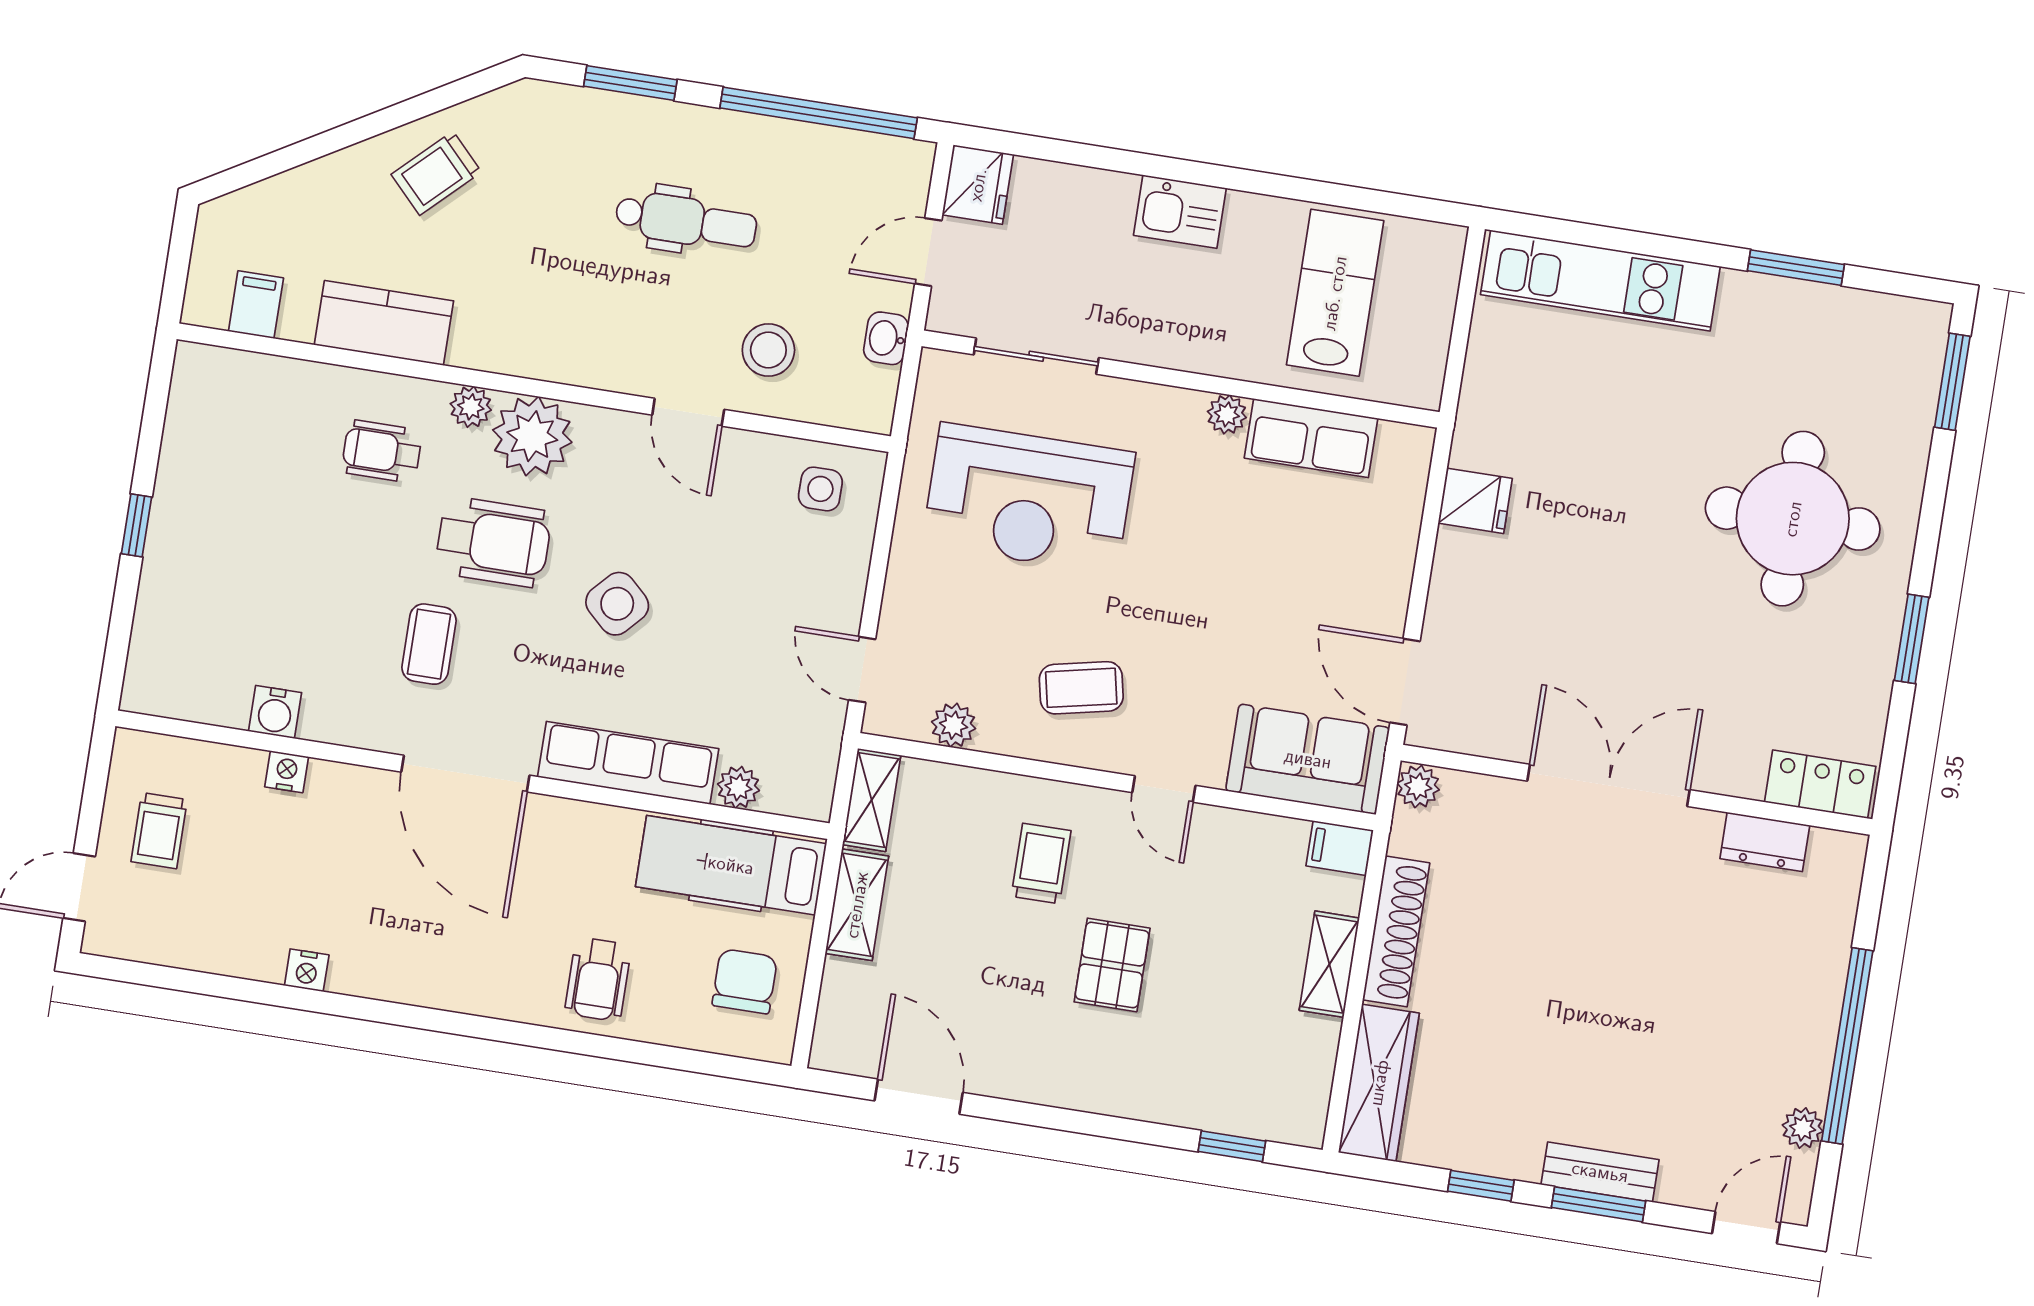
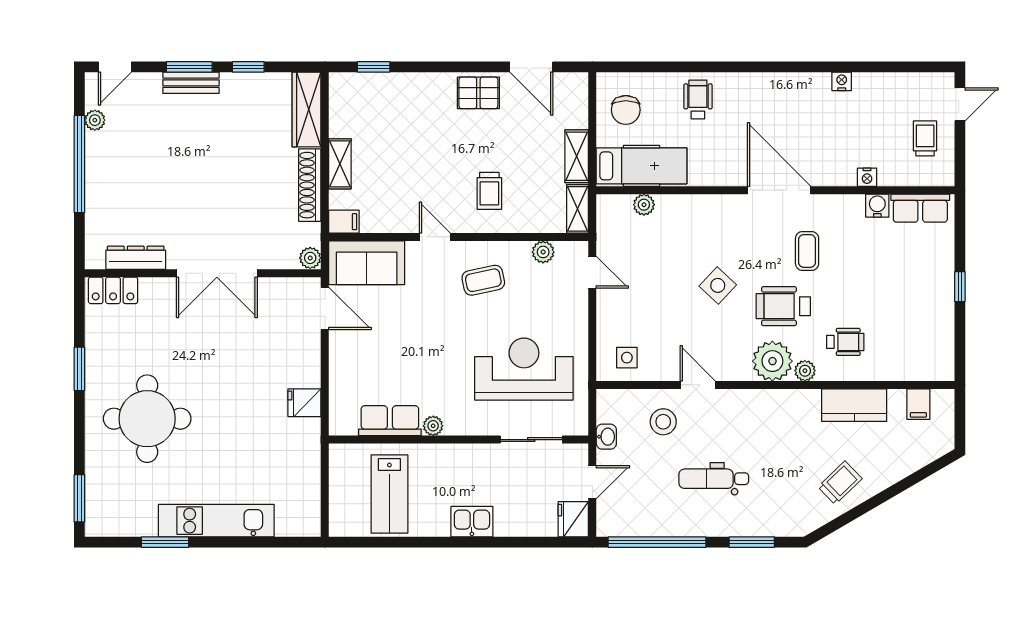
kitchen unit: (1600, 280) -> (216, 521), moved
row of seats: (628, 763) -> (920, 208), moved, width x0.68
dresser: (1765, 842) -> (136, 258), width x1.44
pallet: (1112, 965) -> (478, 93), moved, turned 90

